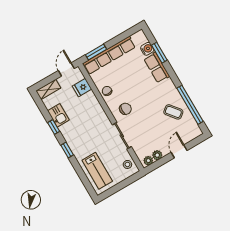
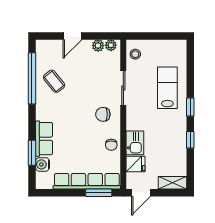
kitchen sink: (58, 115) -> (135, 143), moved, turned 180
lab bench: (97, 171) -> (167, 88), moved

